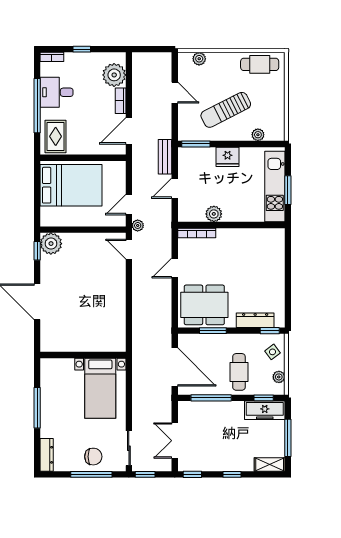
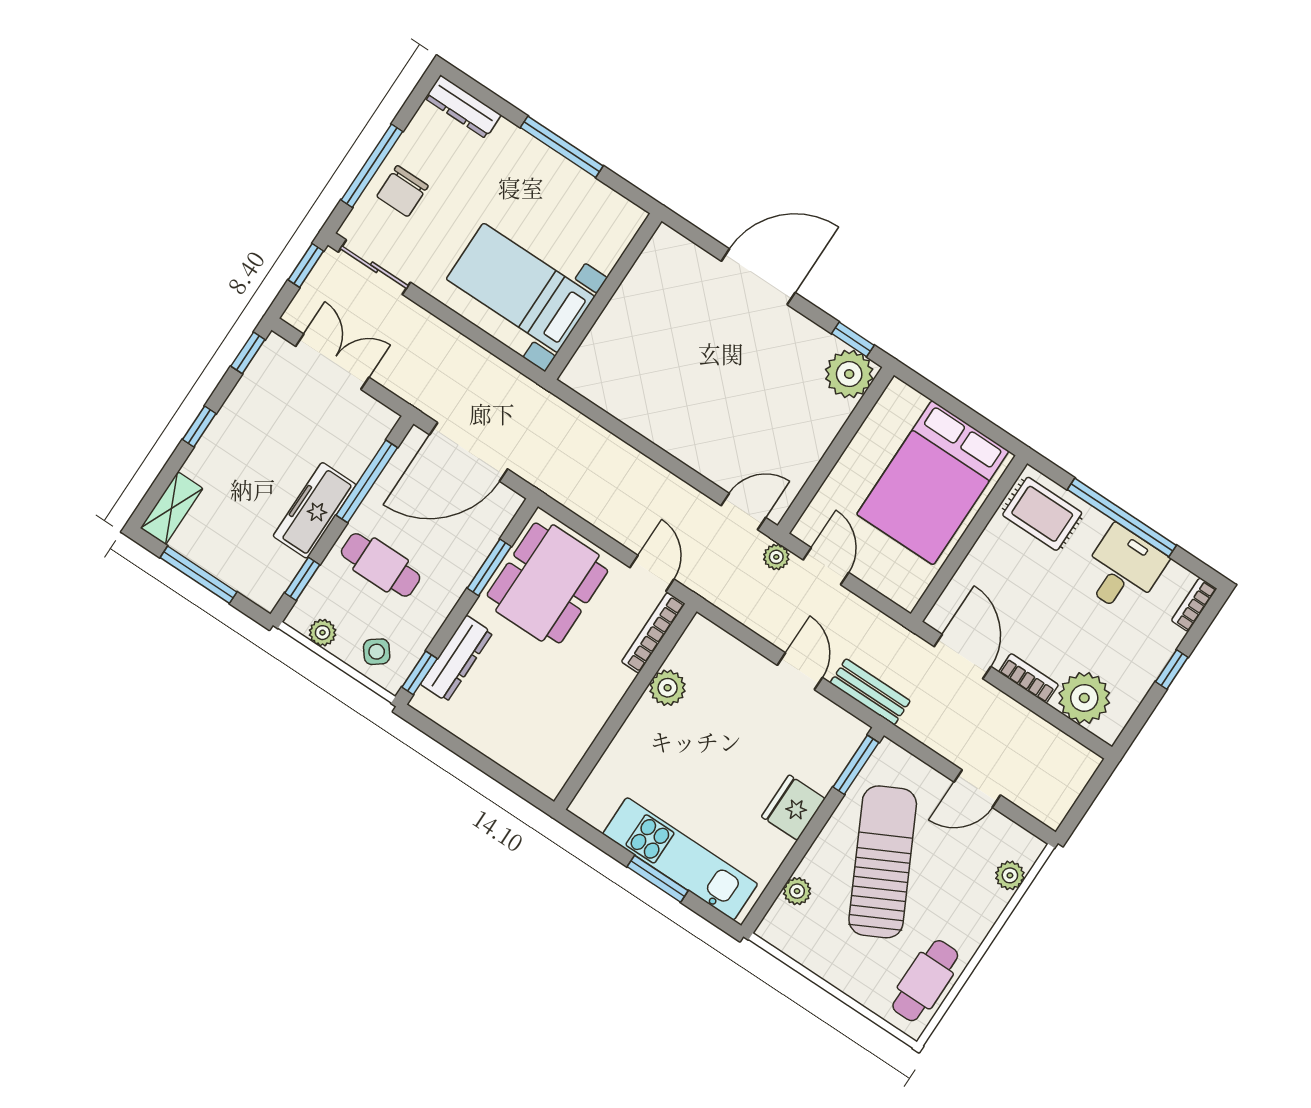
sun lounger: (226, 110) -> (883, 862), width x1.36, depth x1.34
plant: (214, 214) -> (668, 688), moved
wall: (231, 225) -> (625, 707), moved
bookcase: (197, 233) -> (653, 633), moved
freezer: (265, 410) -> (315, 510), moved

